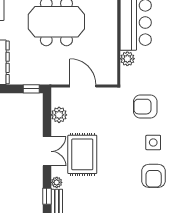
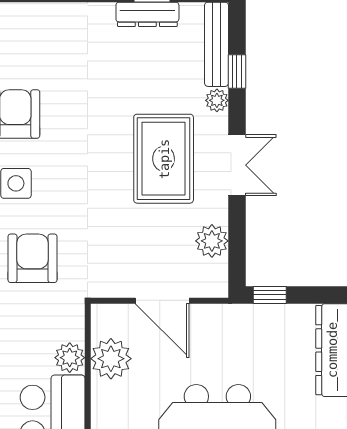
plant: (108, 58) -> (111, 359), added
armchair: (145, 107) -> (33, 258), turned -90
double door: (47, 151) -> (237, 165), swing flipped

